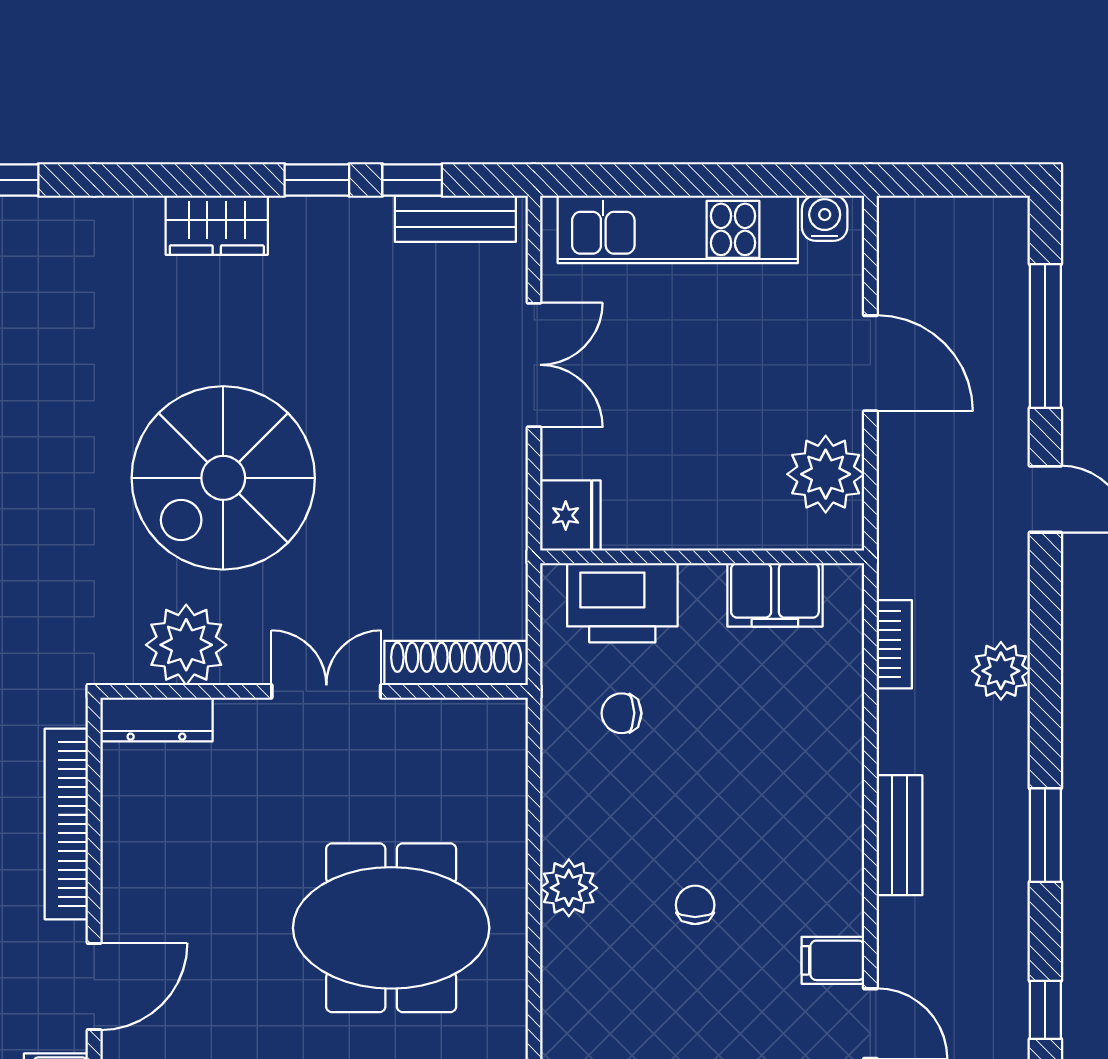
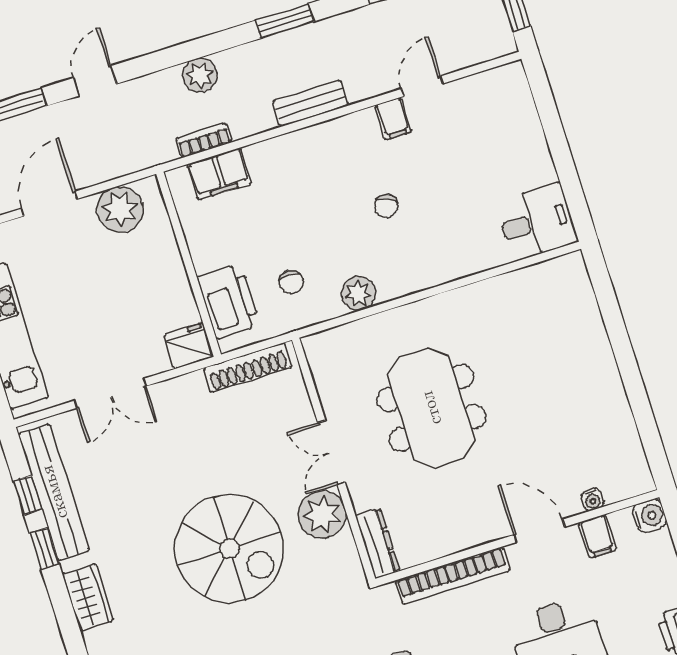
bench: (455, 219) -> (54, 492), width x1.86, depth x1.21
double door: (534, 365) -> (110, 393), swing flipped
filing cabinet: (775, 595) -> (219, 174), moved, turned 90
plant: (186, 645) -> (322, 515), moved
shoe rack: (456, 663) -> (248, 368), moved, turned -90
plant: (569, 888) -> (358, 293), moved
chair: (695, 905) -> (386, 206), turned -64
meeting table: (391, 928) -> (431, 408), moved

